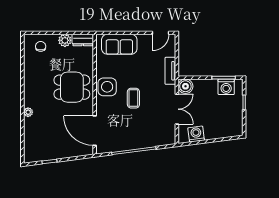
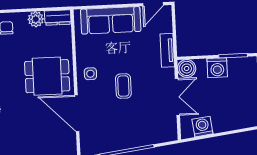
sofa: (119, 44) -> (111, 20), width x1.36
side table: (107, 87) -> (90, 74), width x0.54, depth x0.54
washing machine: (226, 87) -> (217, 68), moved
door: (95, 131) -> (77, 113), moved

